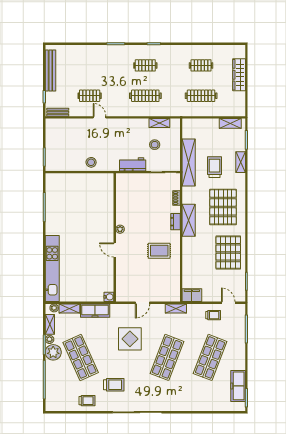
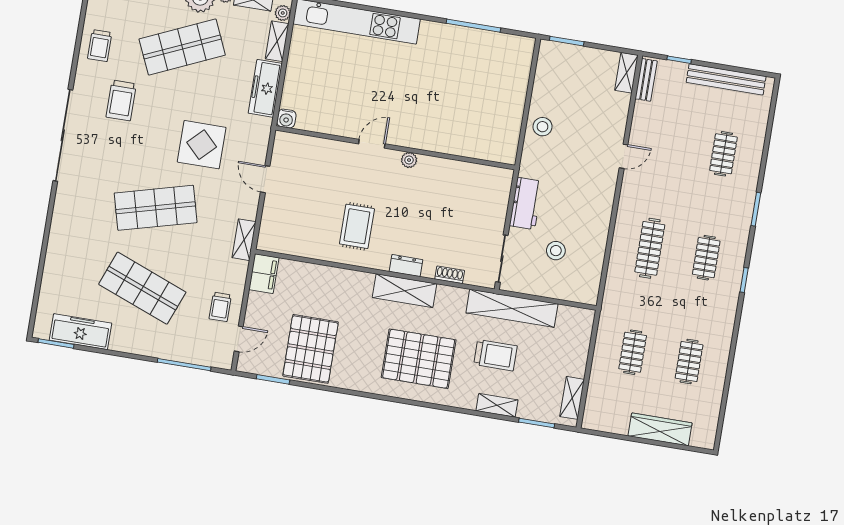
clothes rail: (90, 96) -> (723, 154), moved
clothes rail: (201, 96) -> (633, 352), width x0.73
shelving: (159, 123) -> (627, 73), moved
pallet: (228, 253) -> (311, 349), moved, turned 90
shop shelf: (167, 357) -> (156, 208), turned -36

